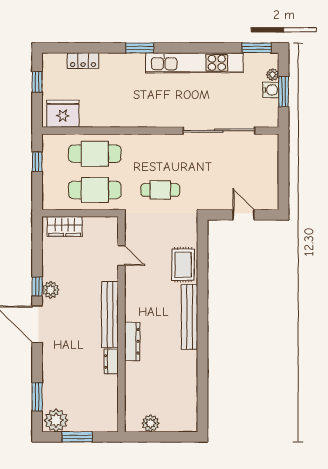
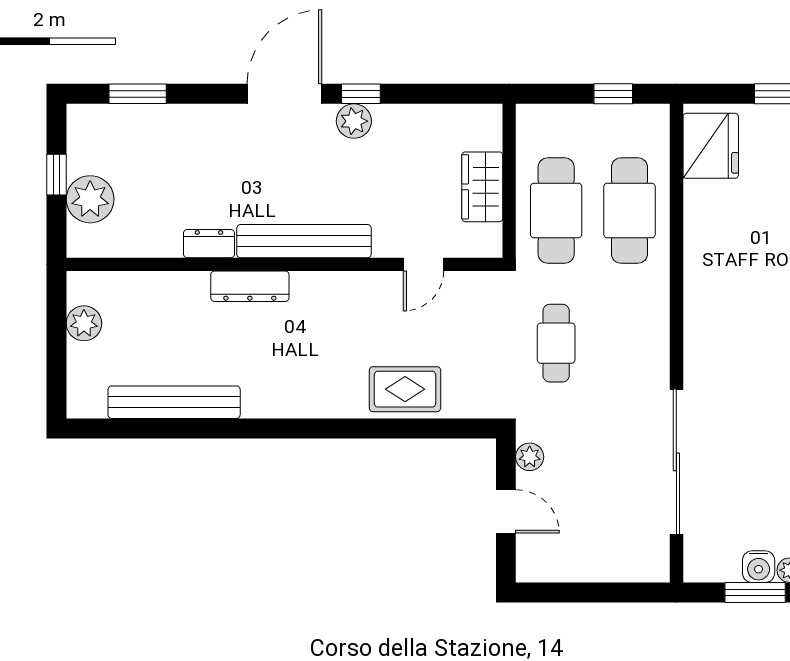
plant: (216, 203) -> (530, 457), added
door: (243, 215) -> (506, 511), hinge flipped
wardrobe: (65, 226) -> (482, 187), moved
bench: (189, 317) -> (174, 402), moved
plant: (56, 420) -> (90, 199), moved
window: (77, 437) -> (56, 175), width x0.67

